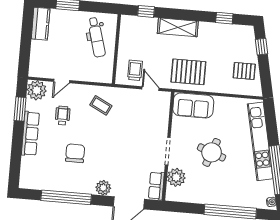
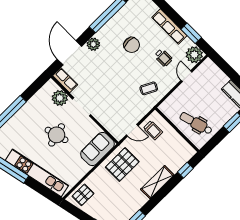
pallet: (244, 71) -> (83, 195), moved
round table: (212, 152) -> (57, 135), turned -35

